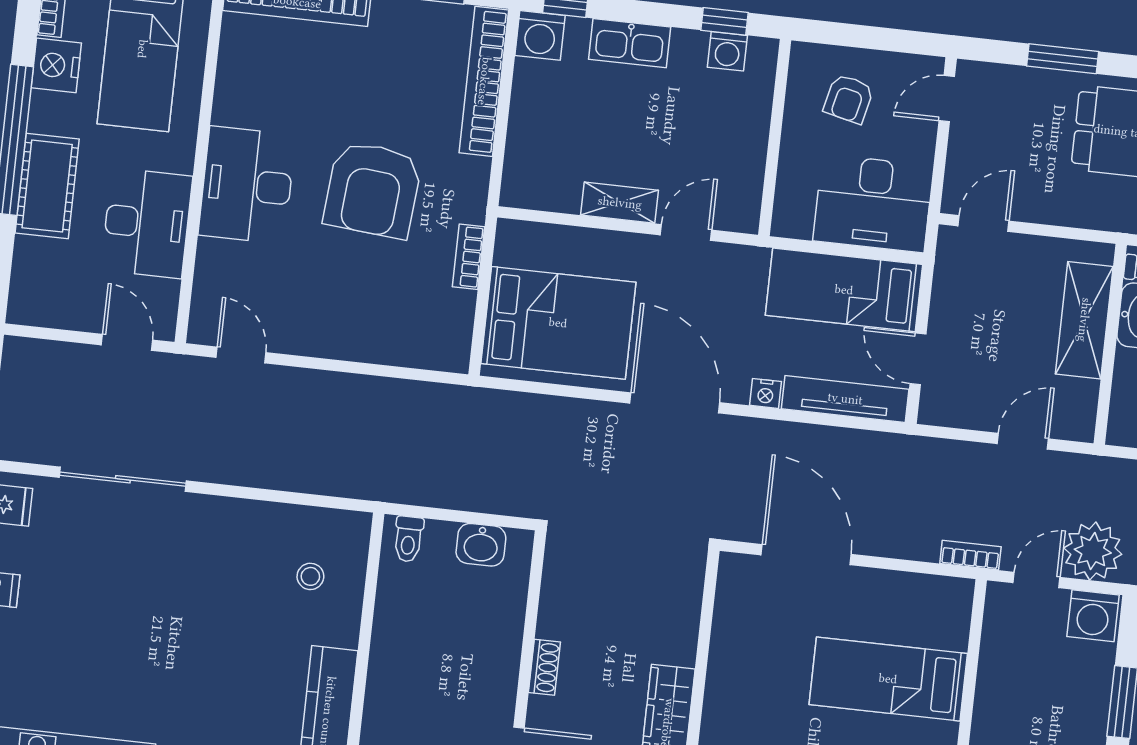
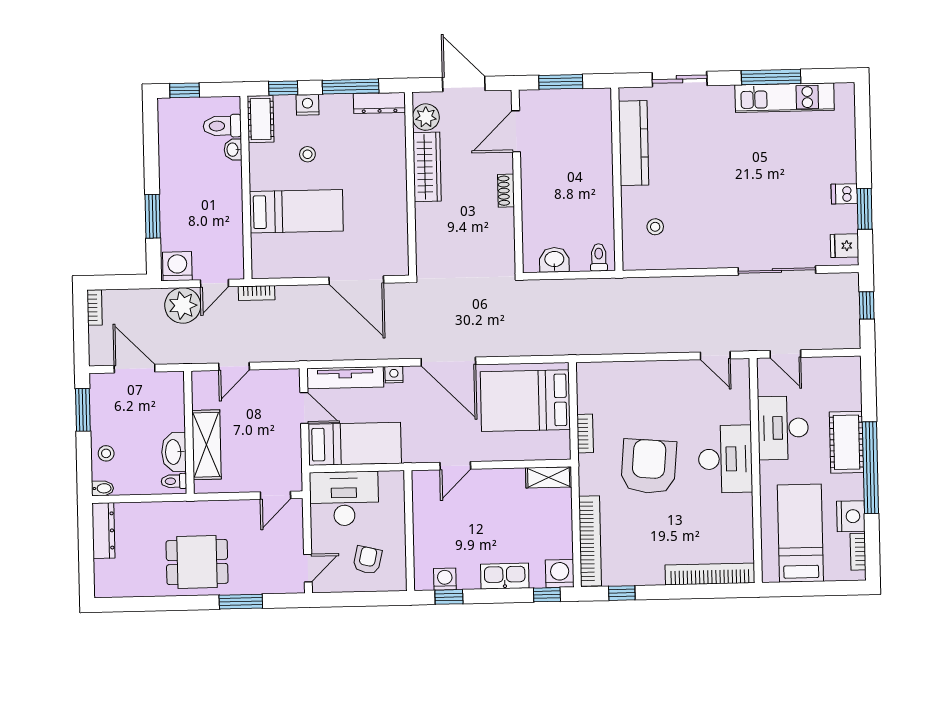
shelving: (620, 203) -> (549, 477), moved

